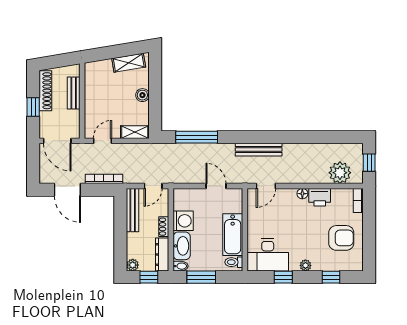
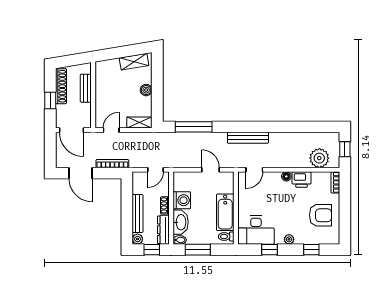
bench: (133, 210) -> (137, 213), moved

